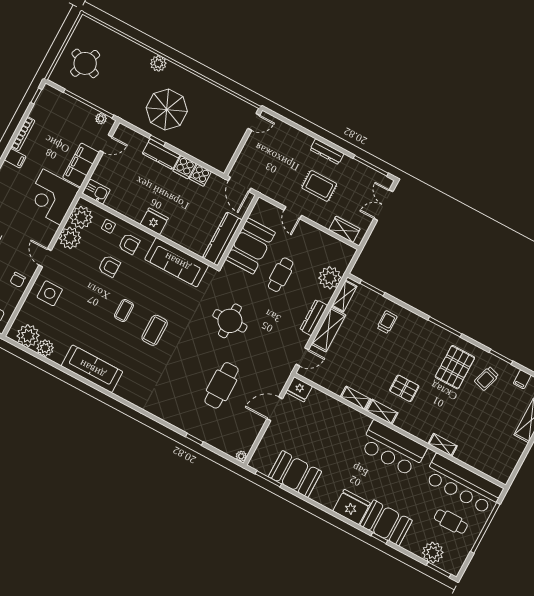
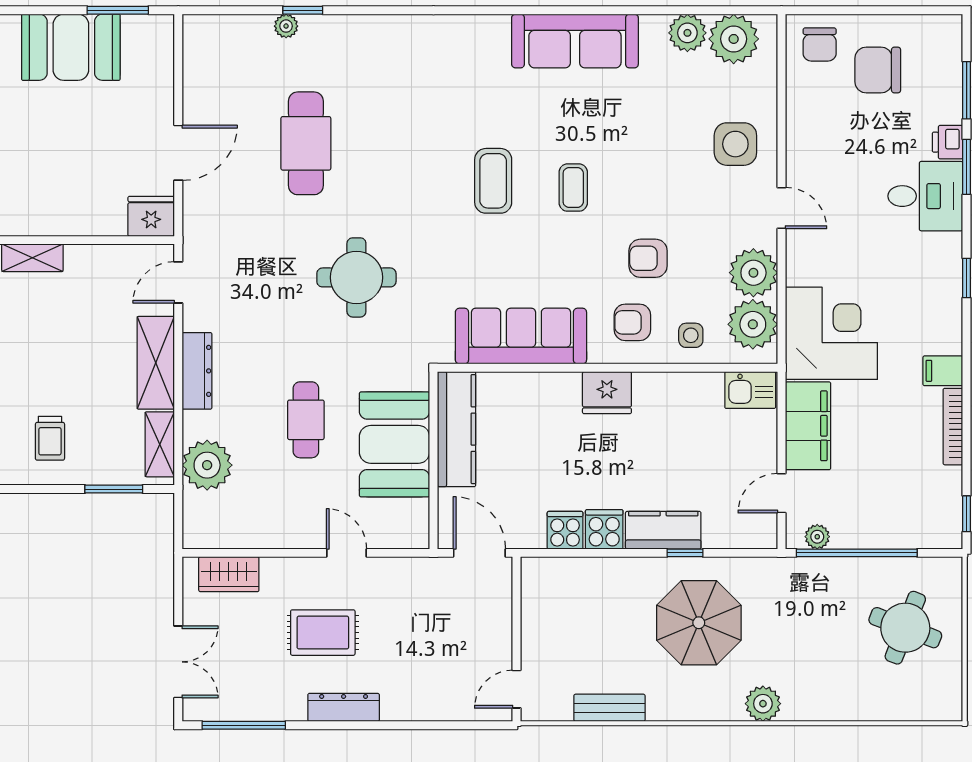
bench: (221, 95) -> (609, 708), added
chair: (18, 280) -> (812, 137), removed
plant: (241, 456) -> (286, 26), moved

